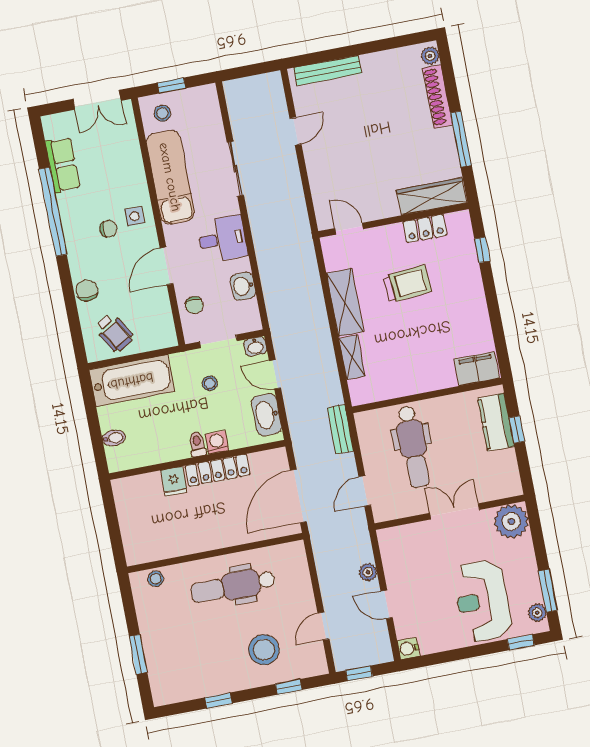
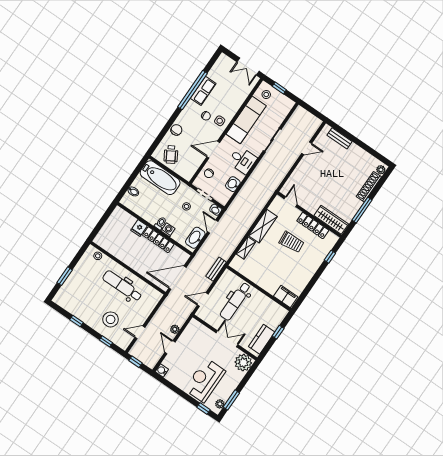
bench: (328, 70) -> (340, 138), width x0.73
row of seats: (63, 165) -> (203, 91), moved
locker: (425, 228) -> (313, 225), width x1.53
kitchen counter: (496, 422) -> (262, 339), moved

